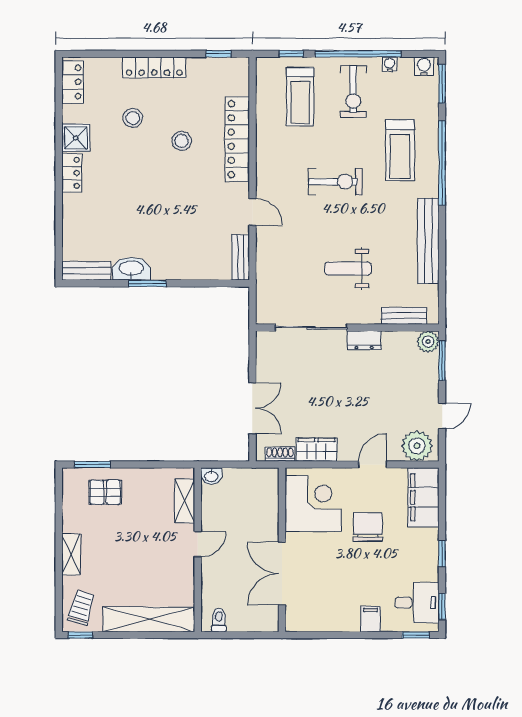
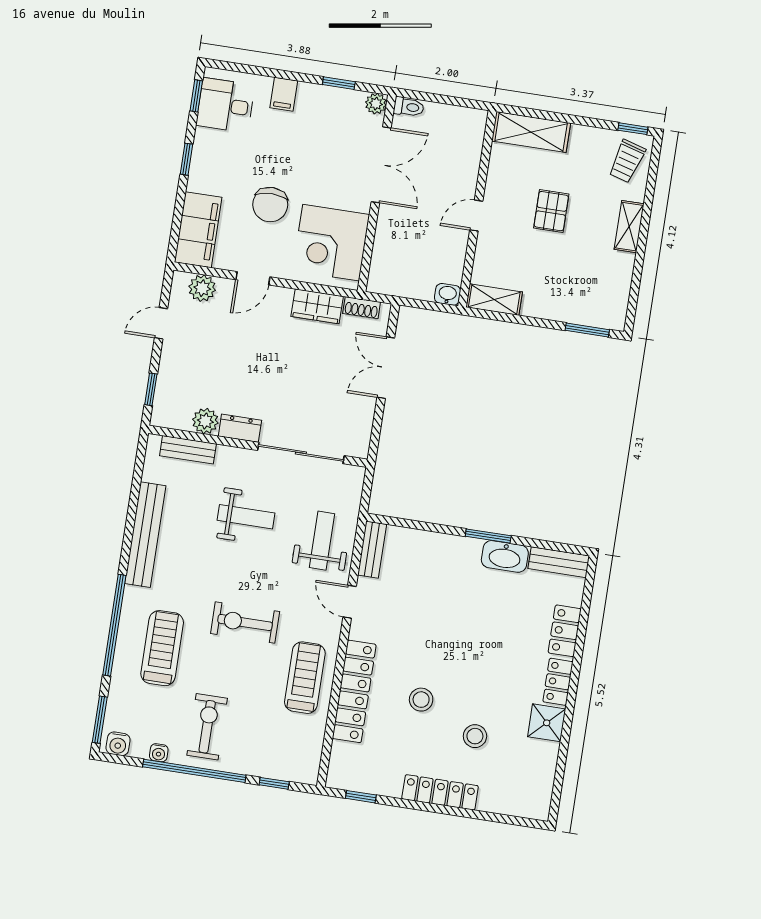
locker: (73, 82) -> (565, 631), moved
treadmill: (300, 97) -> (305, 678), moved
weight bench: (283, 259) -> (322, 541), added
plant: (428, 342) -> (205, 421), moved
window: (442, 361) -> (151, 389), width x0.67
plant: (417, 446) -> (202, 288), width x0.73, depth x0.73
pallet: (105, 492) -> (551, 211), moved, turned 90
shelving: (185, 501) -> (494, 300), moved, turned 90
shelving: (149, 619) -> (531, 132), width x0.68
toilet: (219, 620) -> (409, 107), moved, turned -90
plant: (294, 623) -> (376, 104), added
window: (416, 635) -> (339, 83), moved

